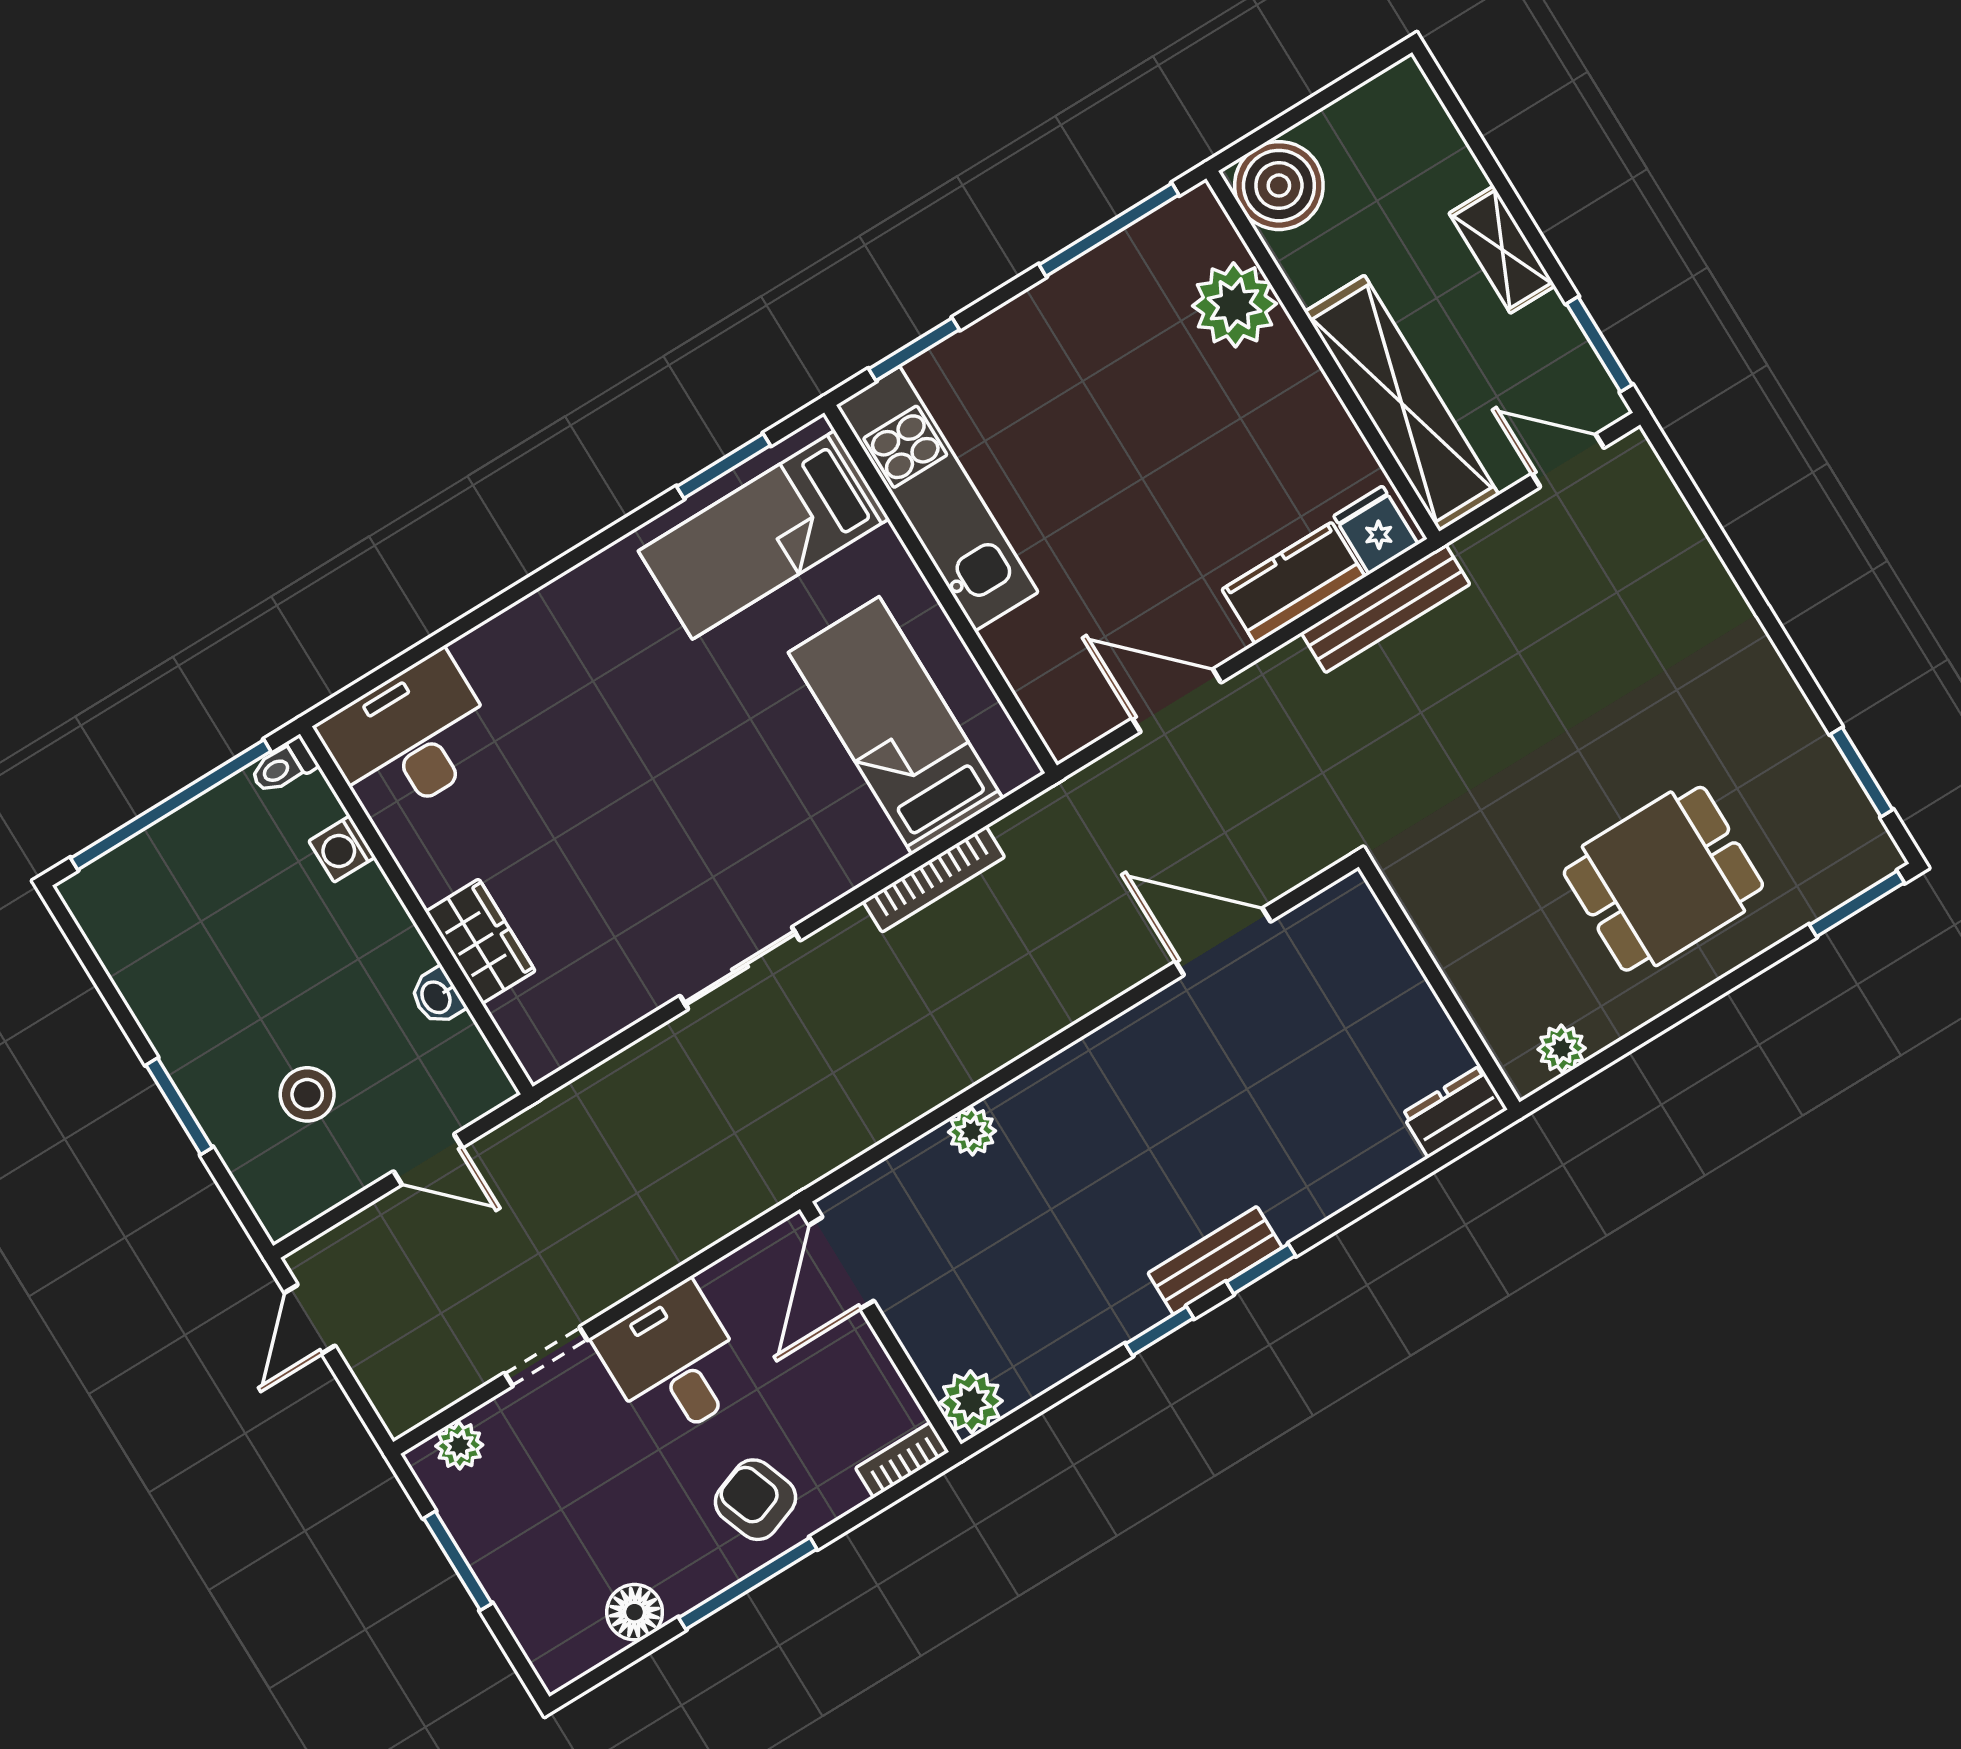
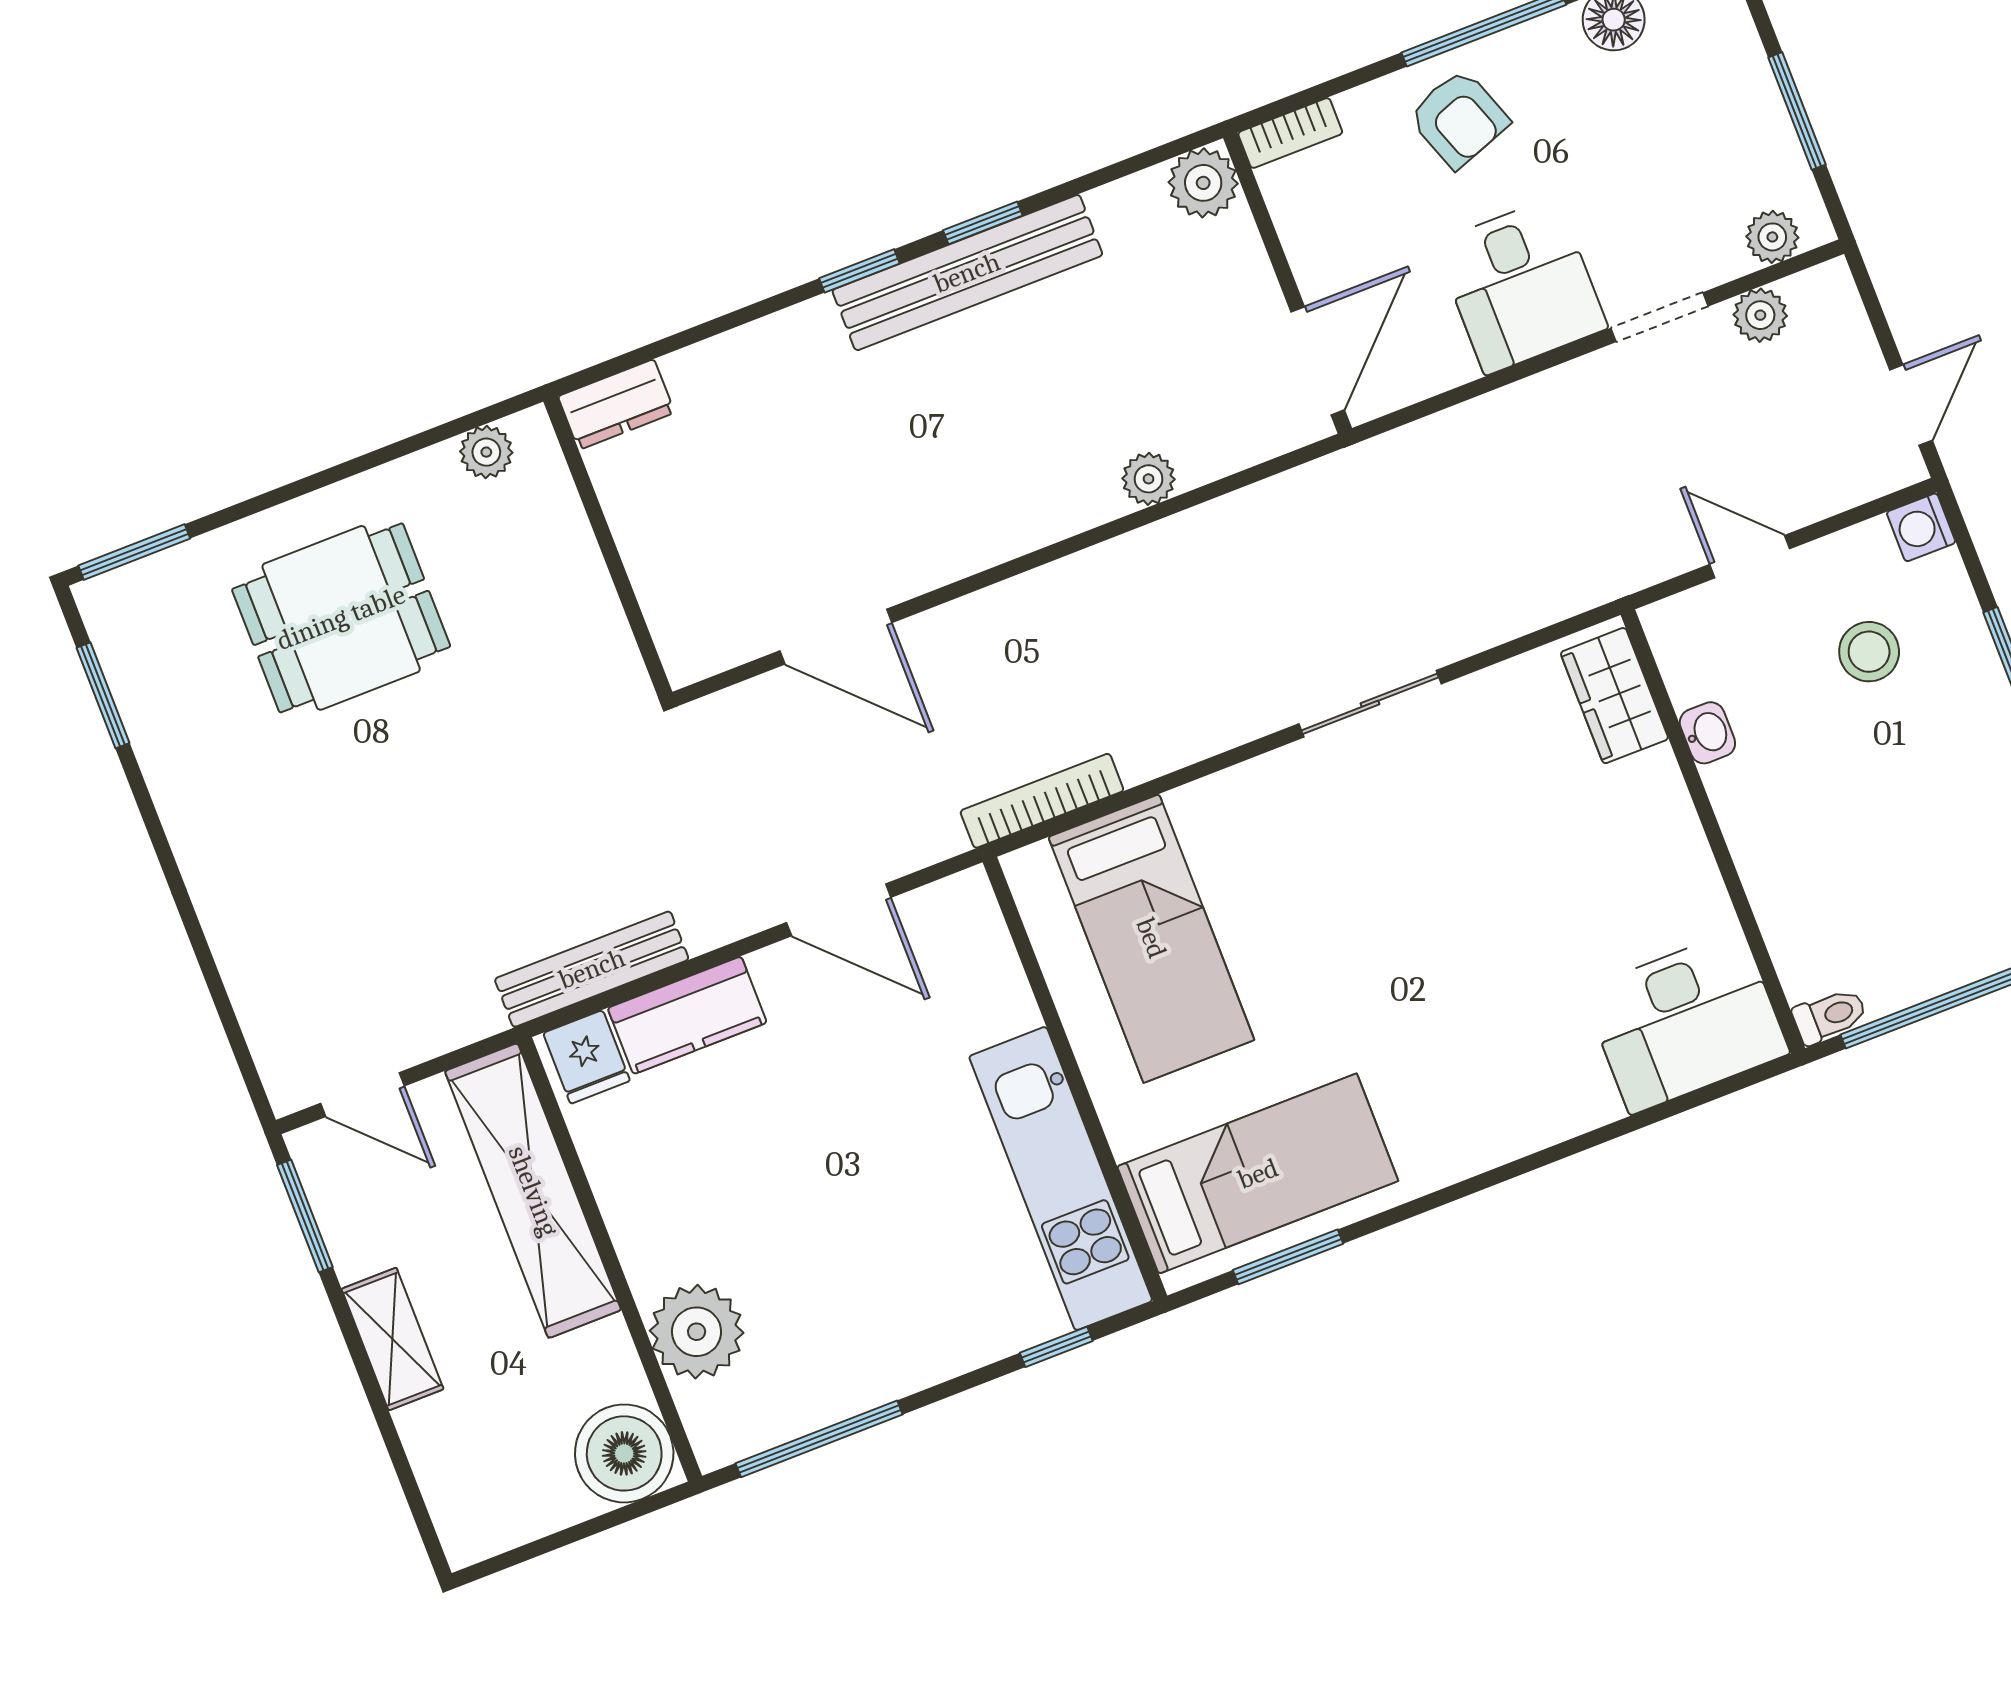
window: (914, 349) -> (1056, 1347), width x0.67
washing machine: (342, 849) -> (1921, 527), moved, turned 180
bookcase: (934, 879) -> (1042, 801), moved
wardrobe: (480, 941) -> (1614, 696), moved
bench: (1215, 1260) -> (967, 273), width x1.86, depth x1.21
plant: (457, 1374) -> (1760, 315), added

